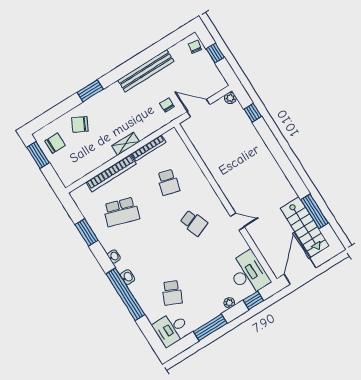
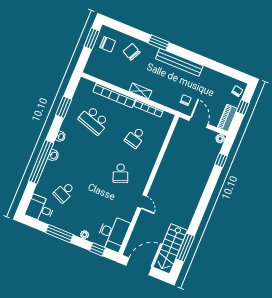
bench: (146, 71) -> (179, 62), moved
piano: (215, 76) -> (227, 118), added

